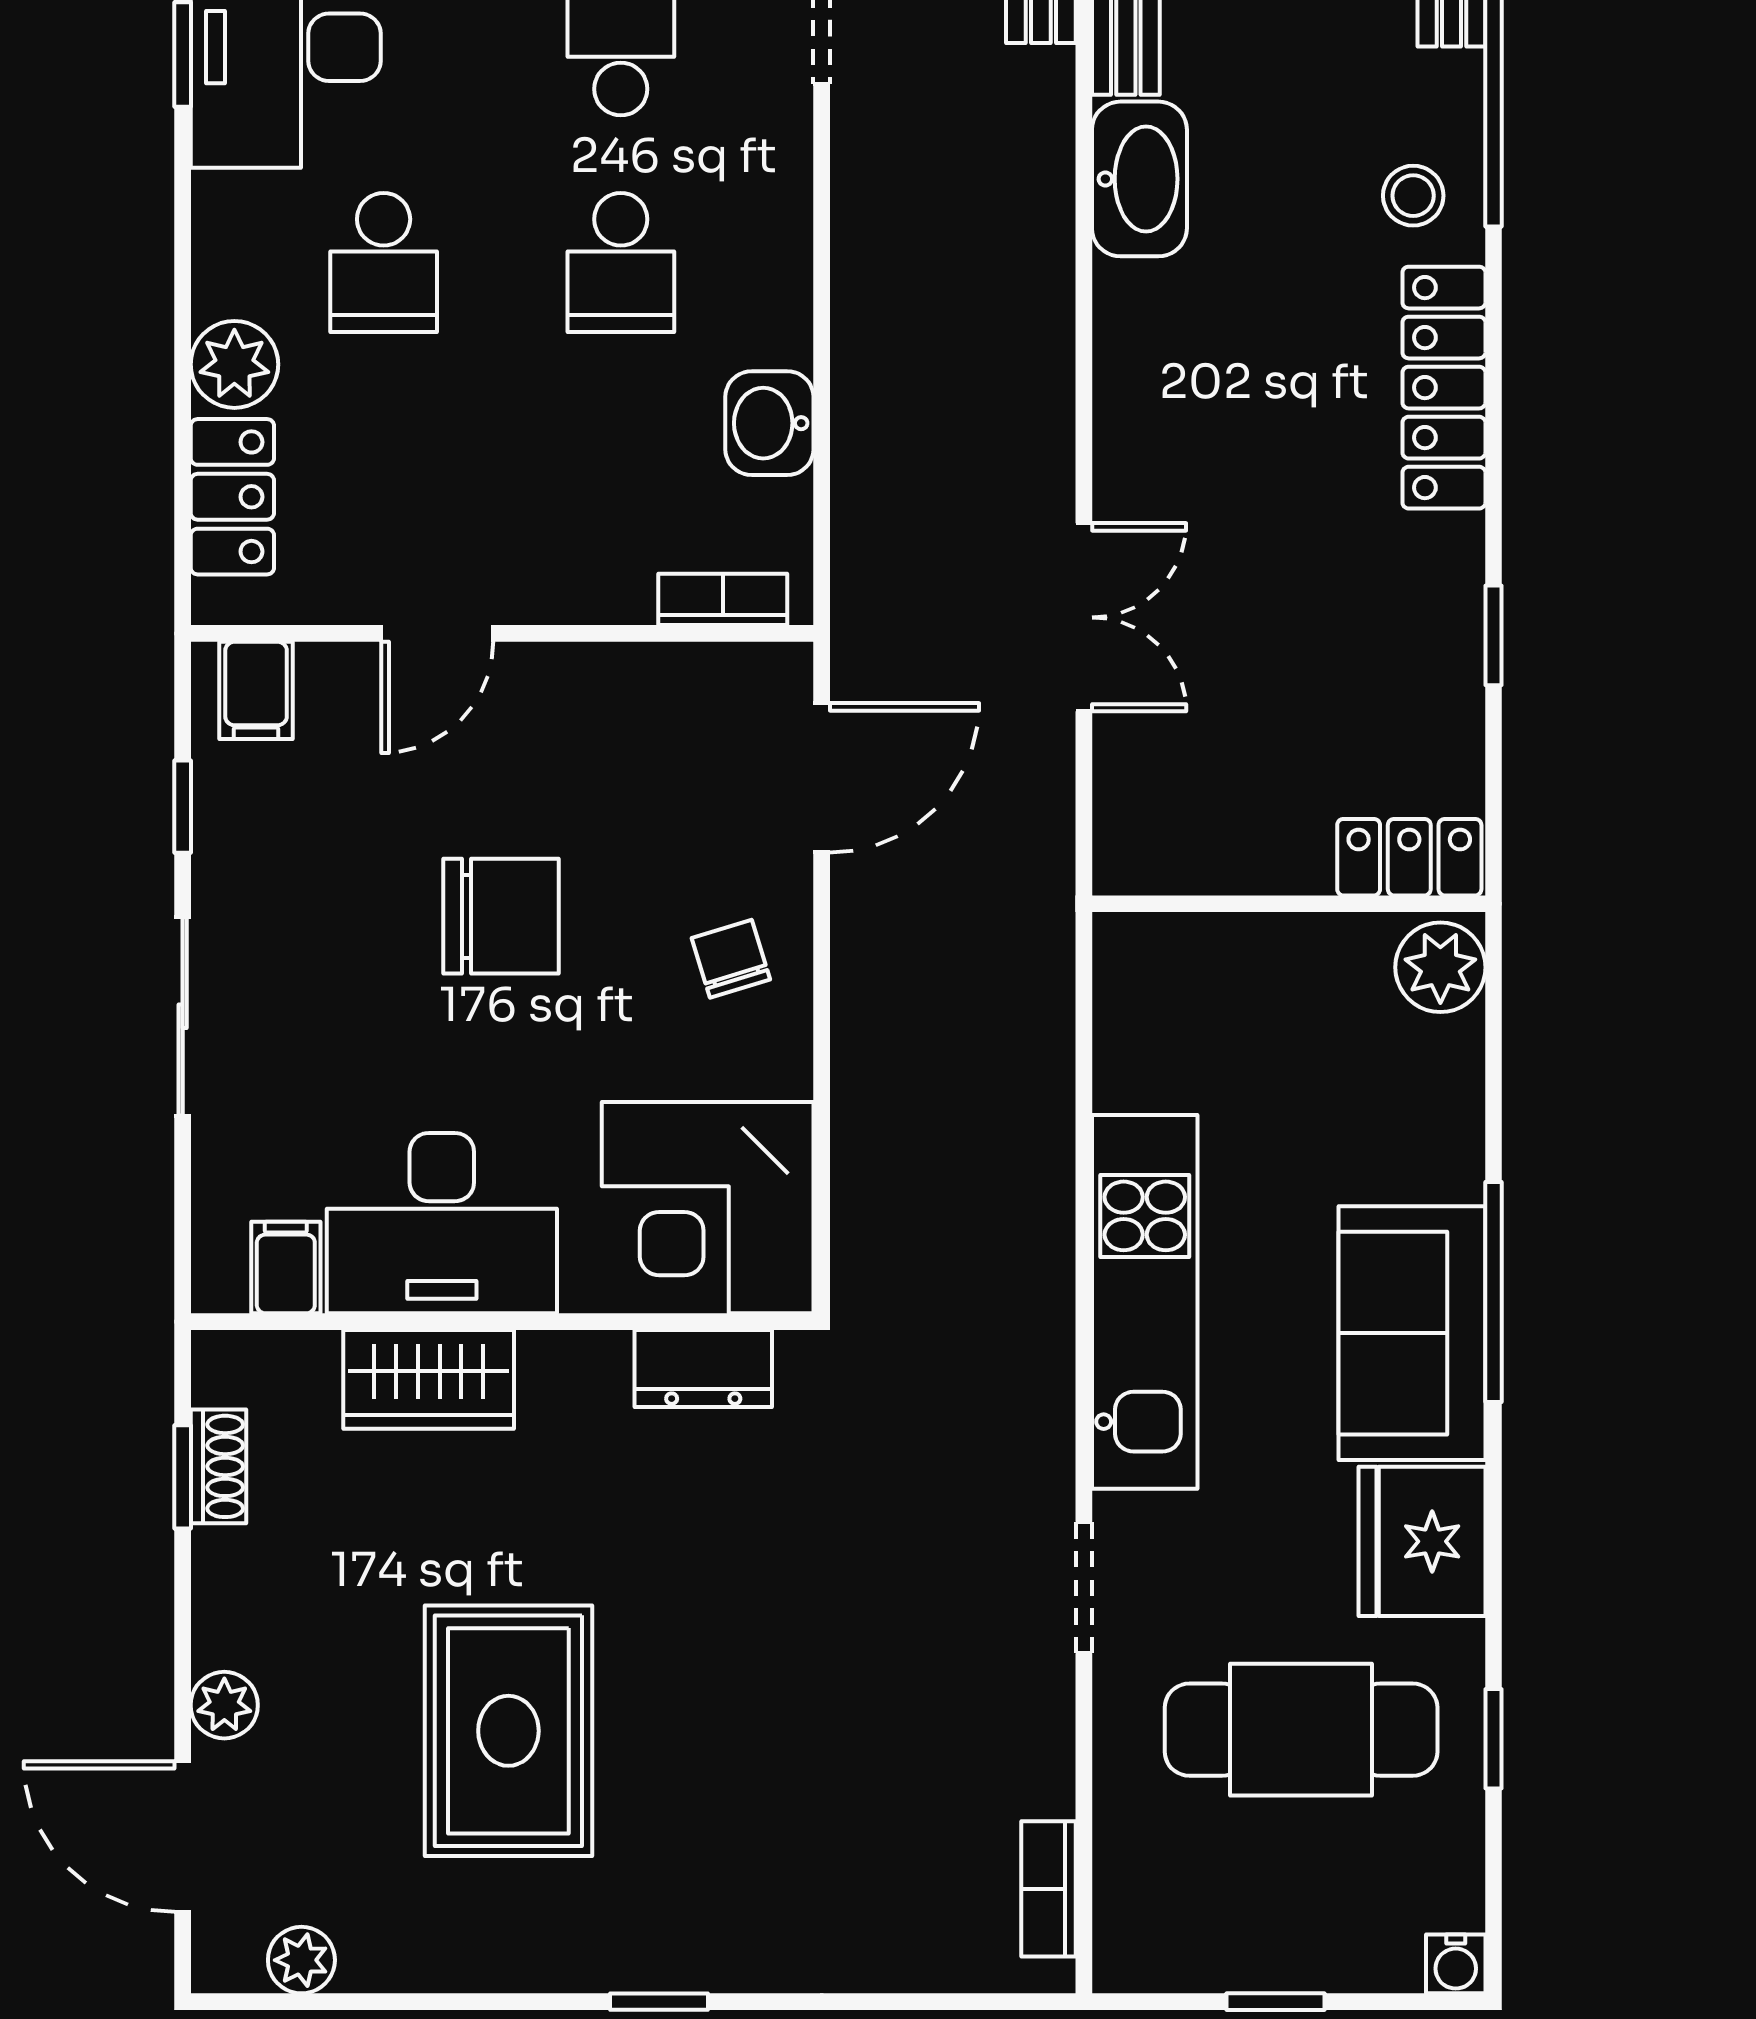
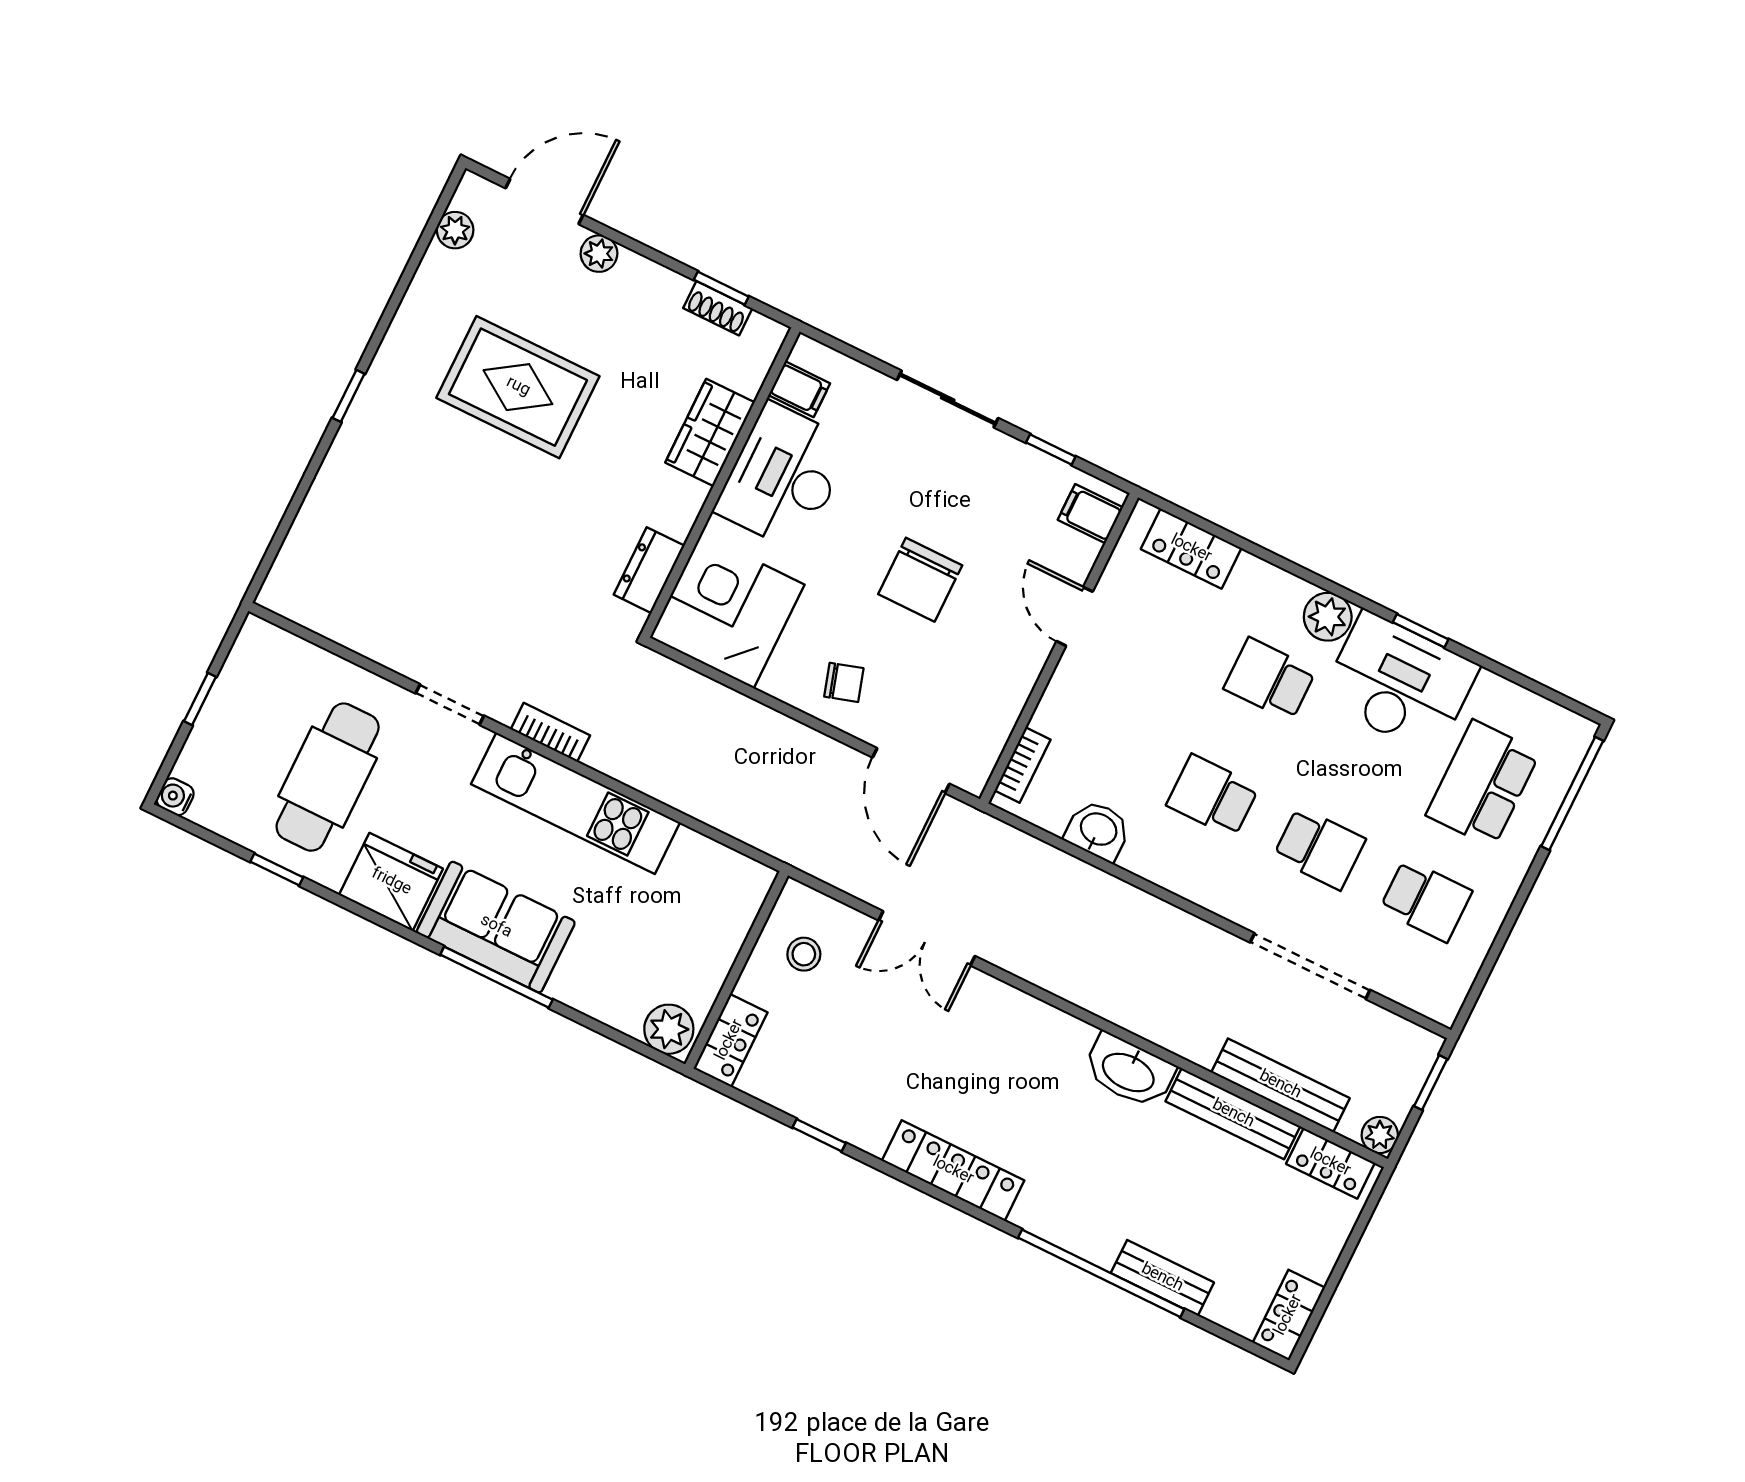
stool: (1413, 196) -> (804, 954), moved
plant: (234, 364) -> (1328, 617), moved
bookcase: (1049, 1889) -> (550, 732), moved

